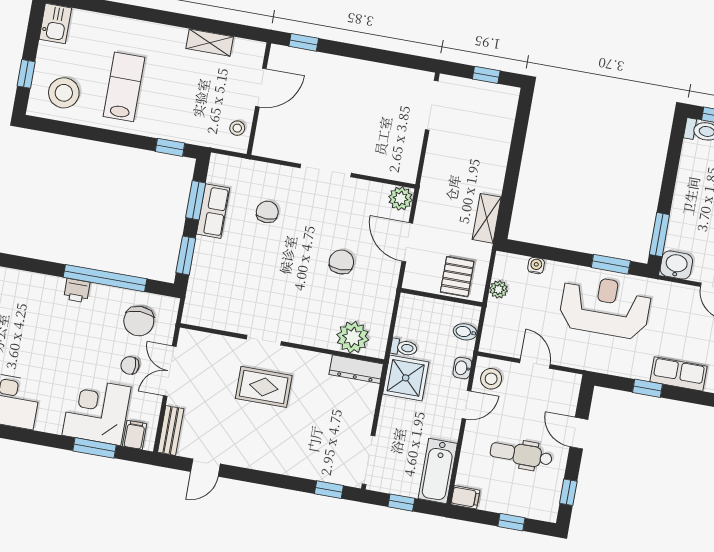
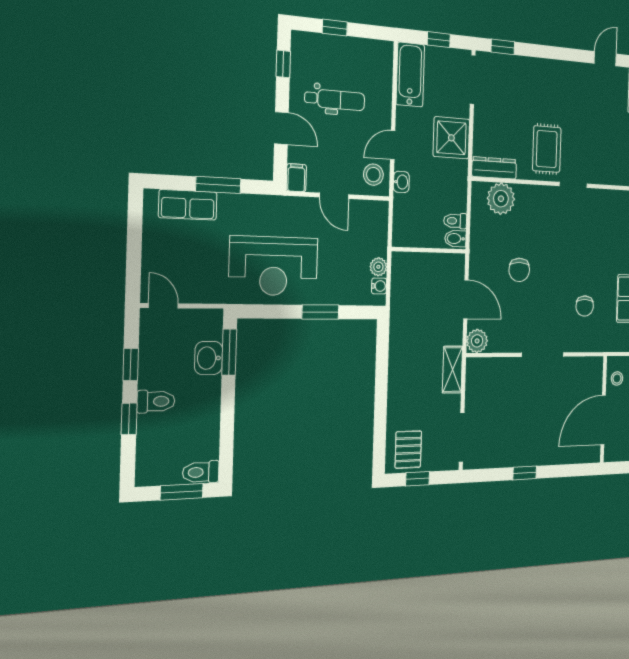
window: (304, 42) -> (525, 473), moved
door: (261, 88) -> (603, 420), width x1.36
shelving: (487, 218) -> (452, 370), moved
window: (611, 264) -> (320, 312), moved
washbasin: (676, 265) -> (208, 358), moved, turned 90
water cooler: (536, 266) -> (379, 286), moved, turned -90
pallet: (457, 277) -> (408, 450), moved
bidet: (465, 332) -> (455, 239), moved, turned 180
toilet: (404, 348) -> (455, 221), moved
shower: (406, 378) -> (451, 138), moved
rug: (264, 387) -> (547, 149), moved, turned 90
window: (647, 388) -> (218, 185), width x1.50
filing cabinet: (465, 497) -> (296, 178), moved, turned 90

